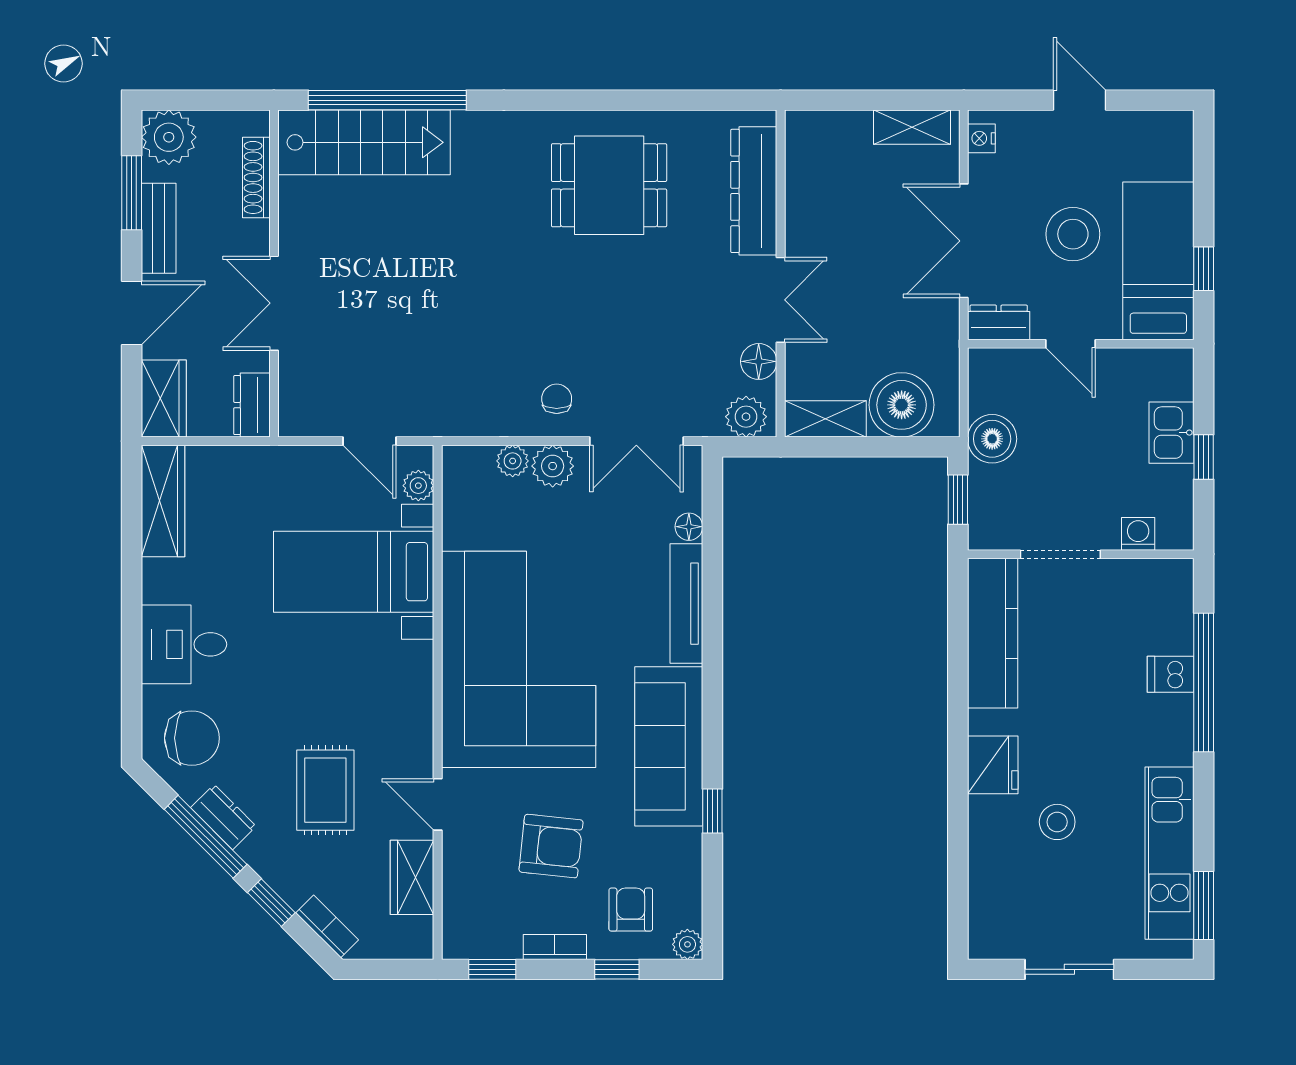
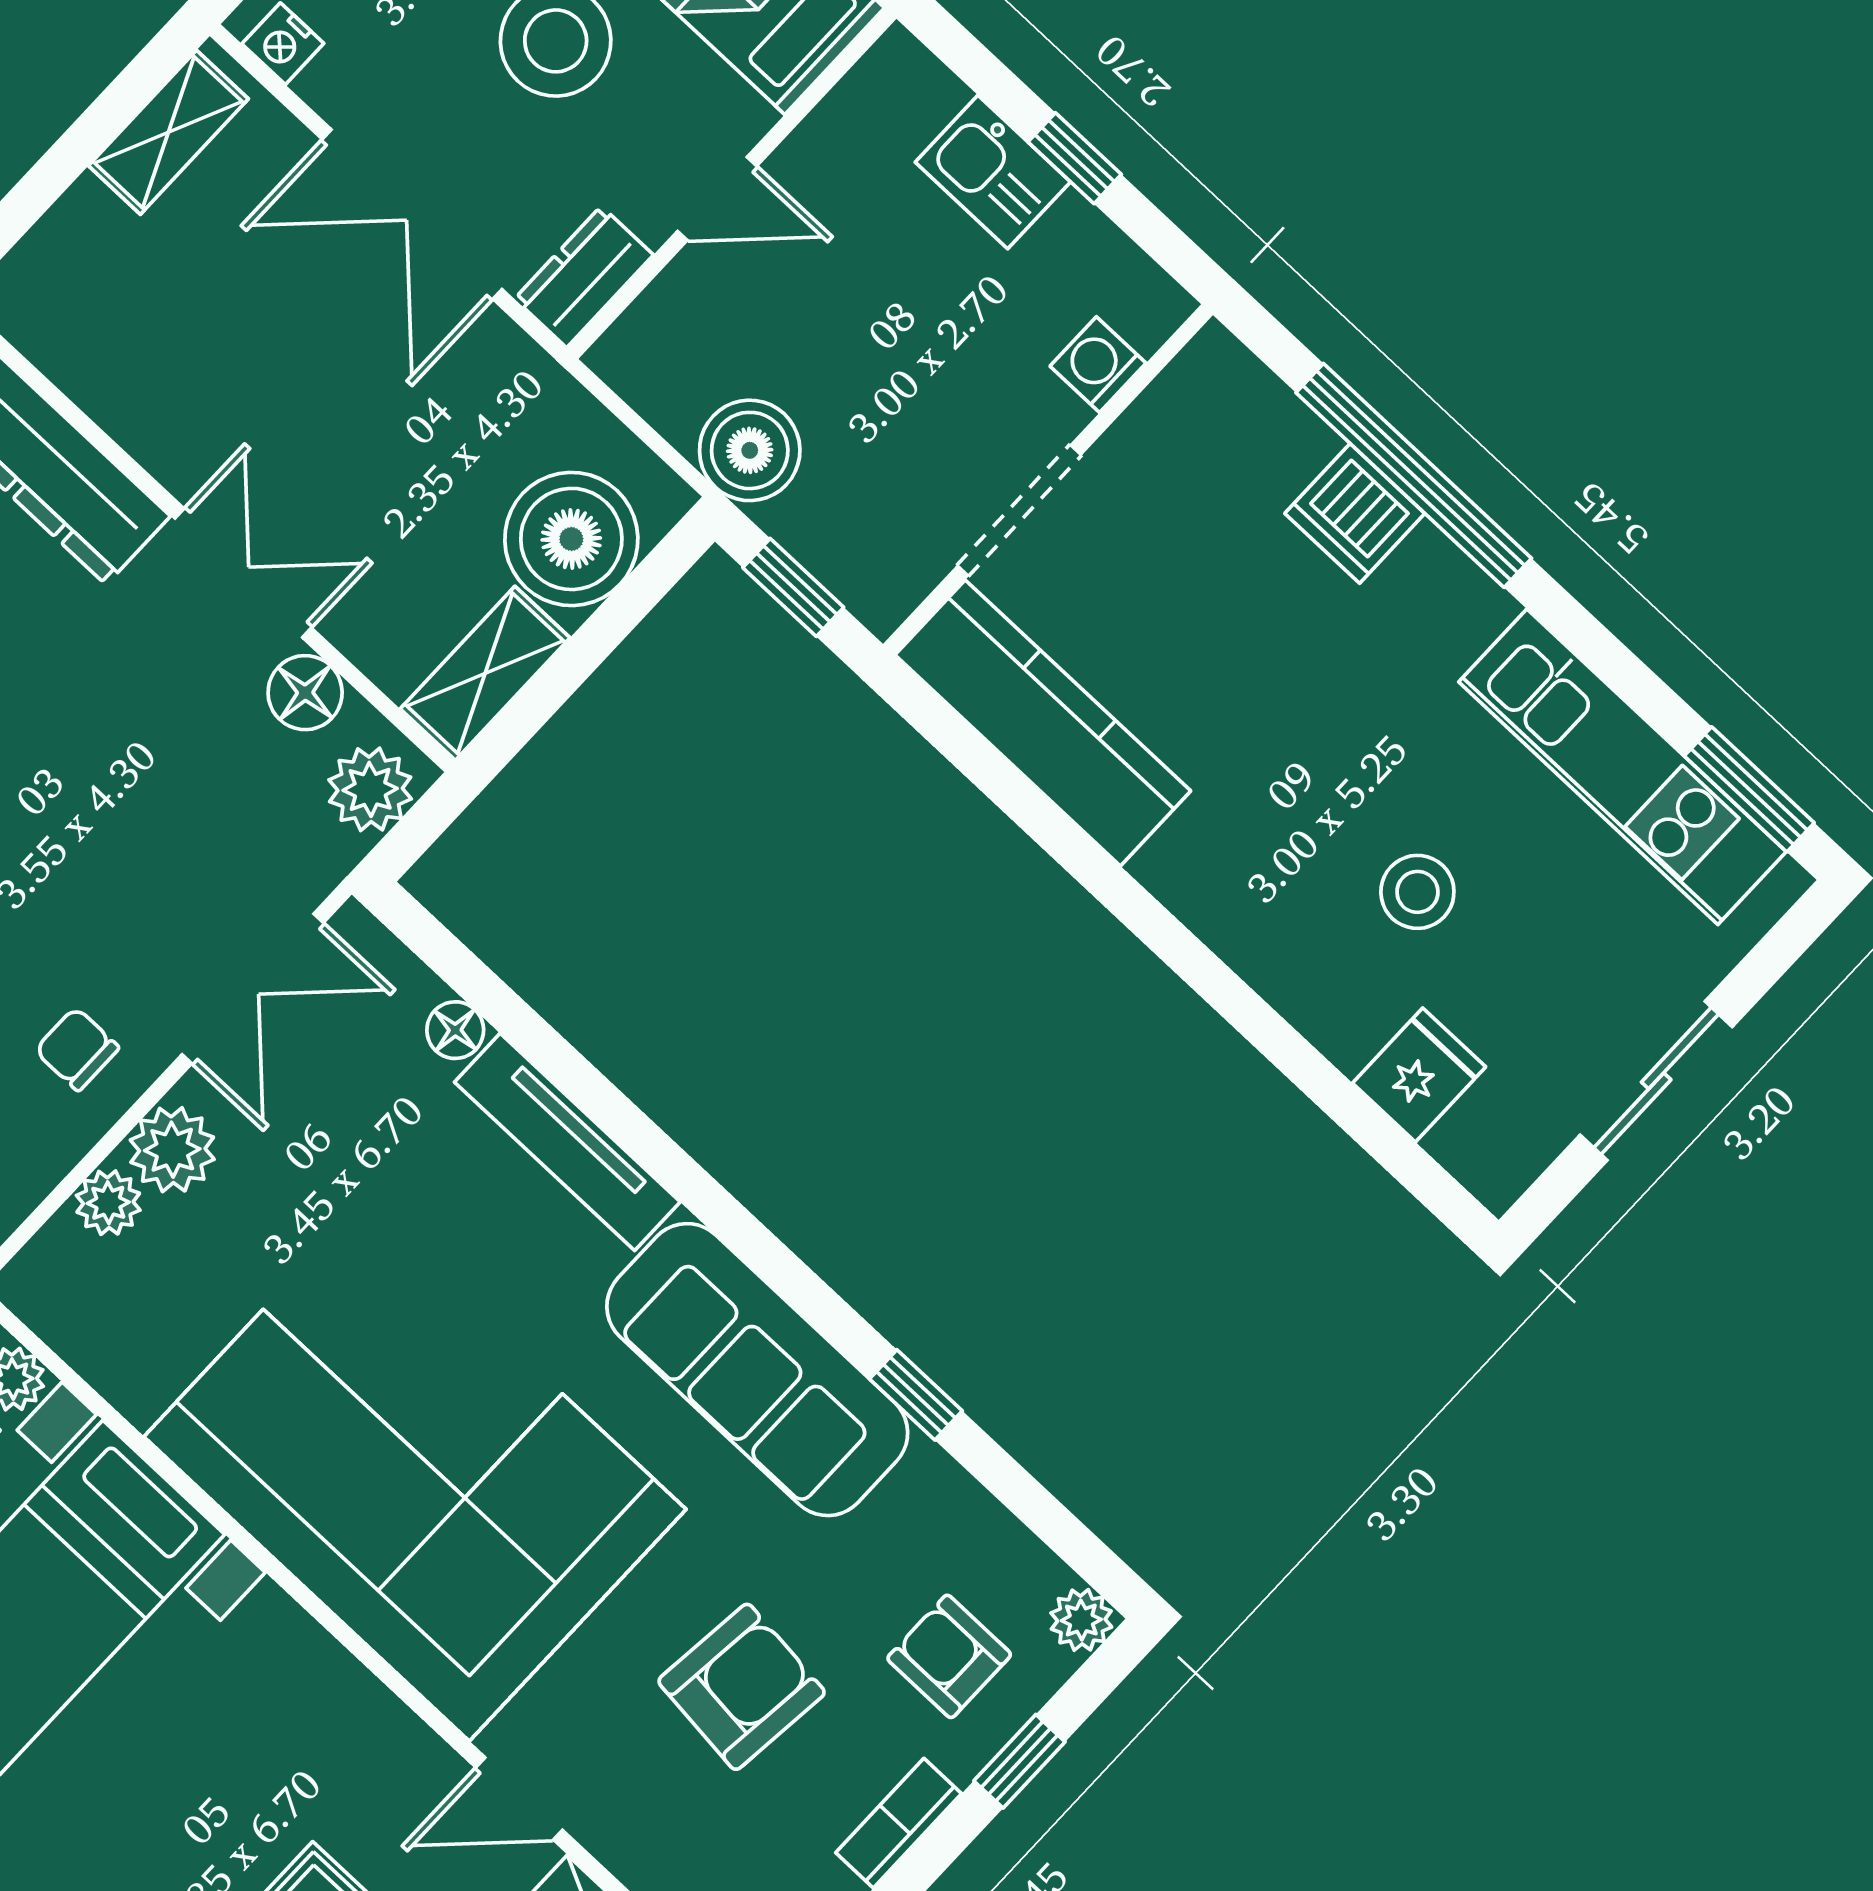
dishwasher: (1171, 674) -> (1355, 513), width x1.38
fridge: (993, 765) -> (1419, 1075), moved, width x0.72

